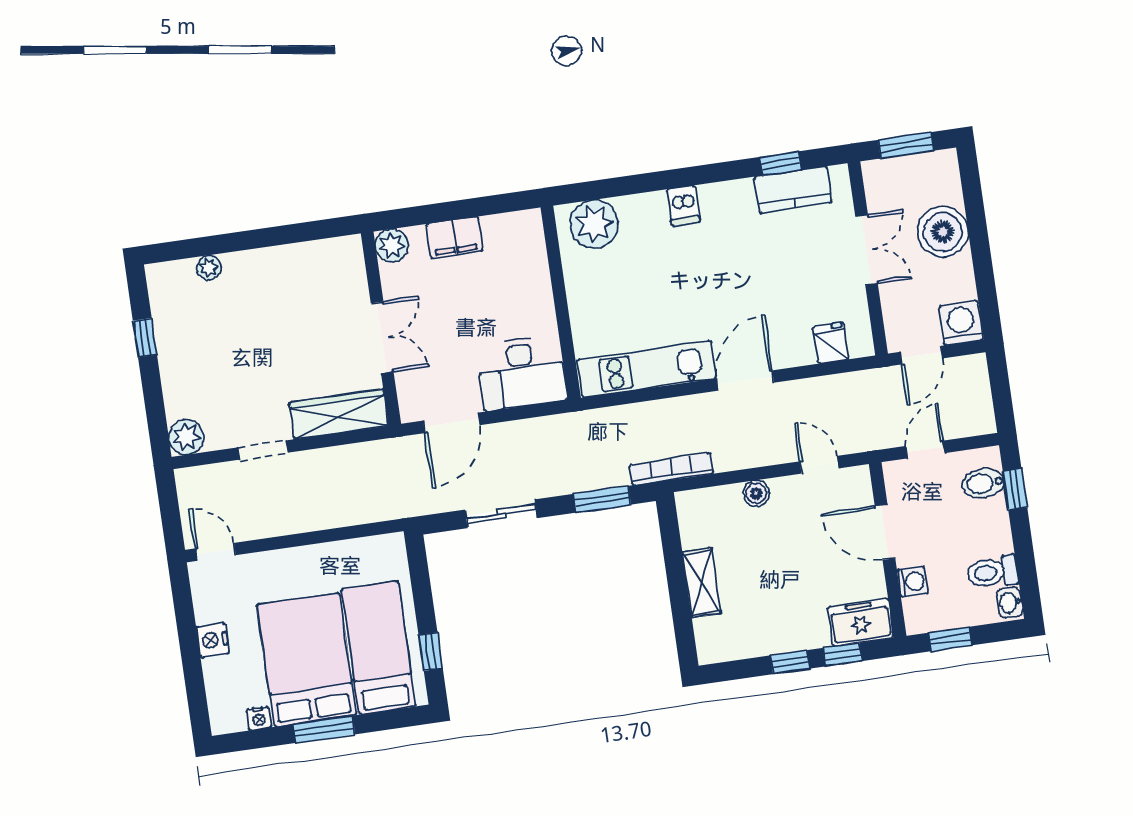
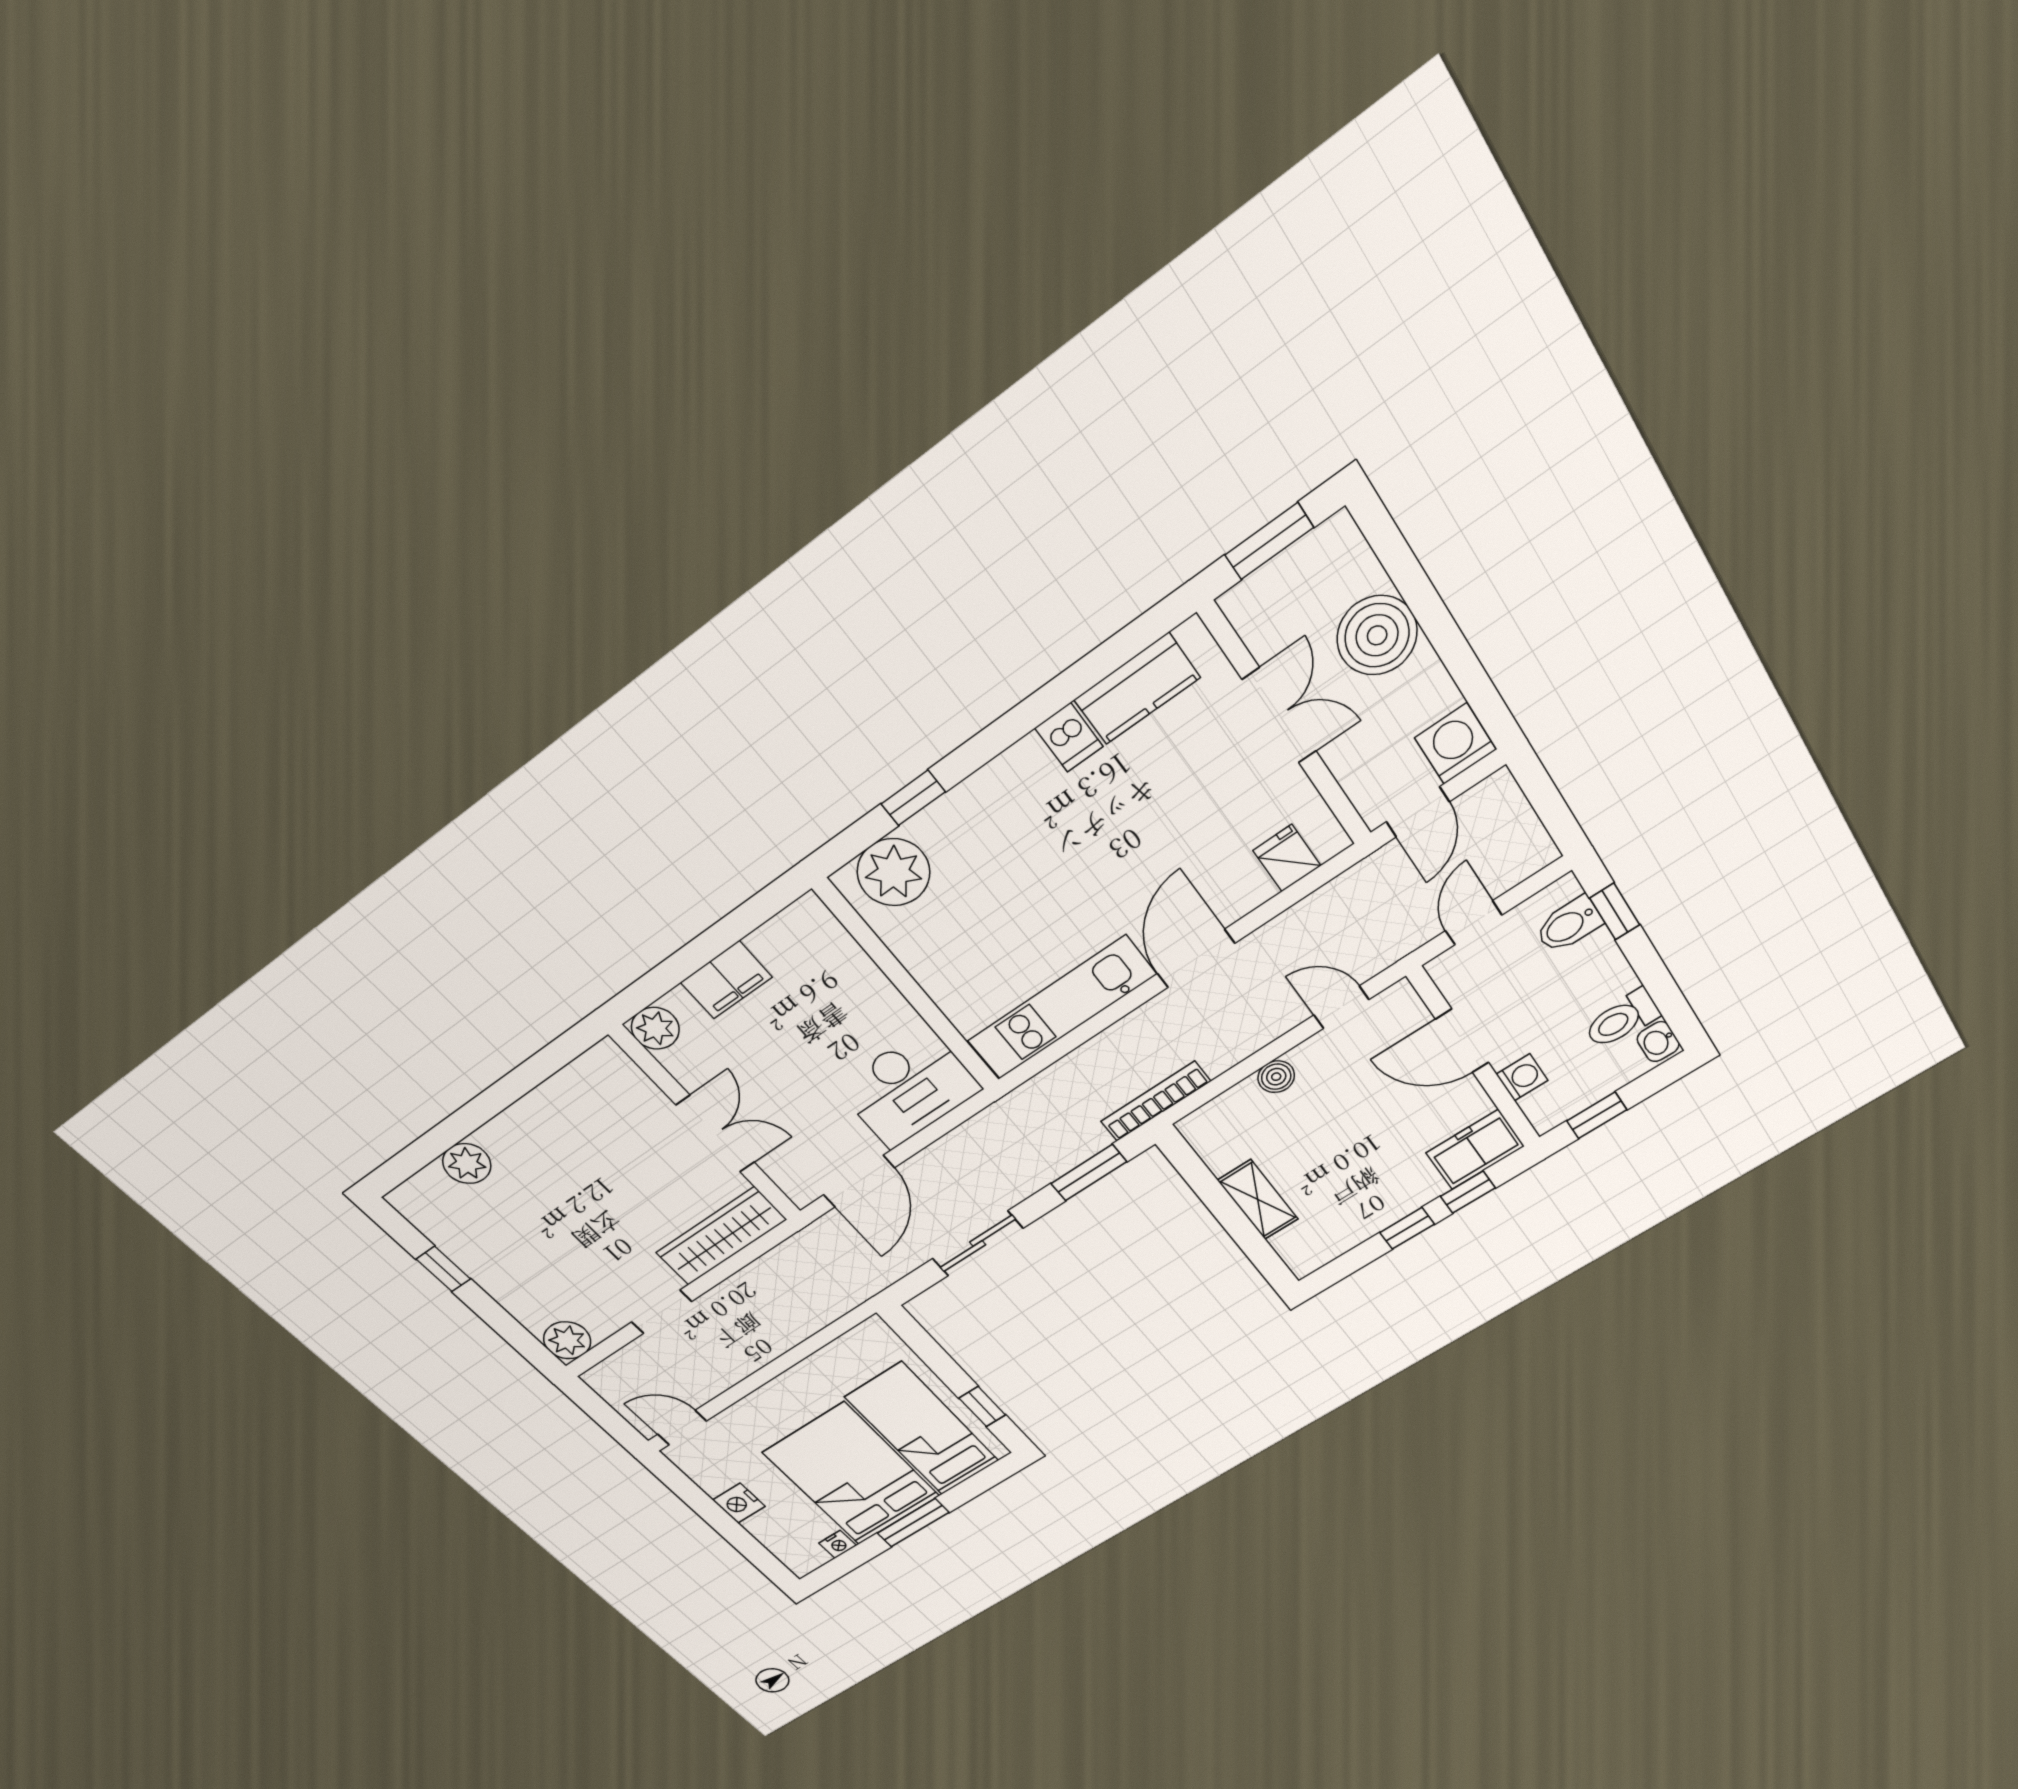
window: (781, 163) -> (913, 798), moved
dishwasher: (684, 205) -> (1069, 737), moved
plant: (209, 268) -> (467, 1164), width x1.38, depth x1.38

